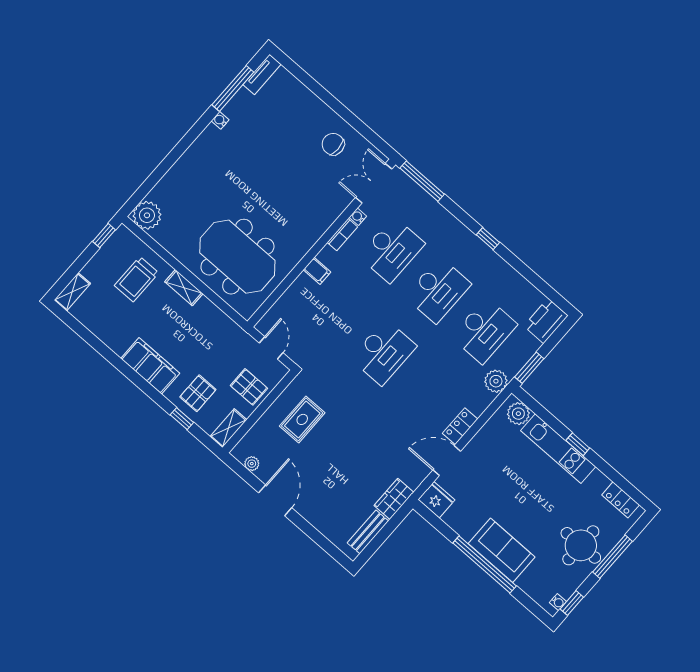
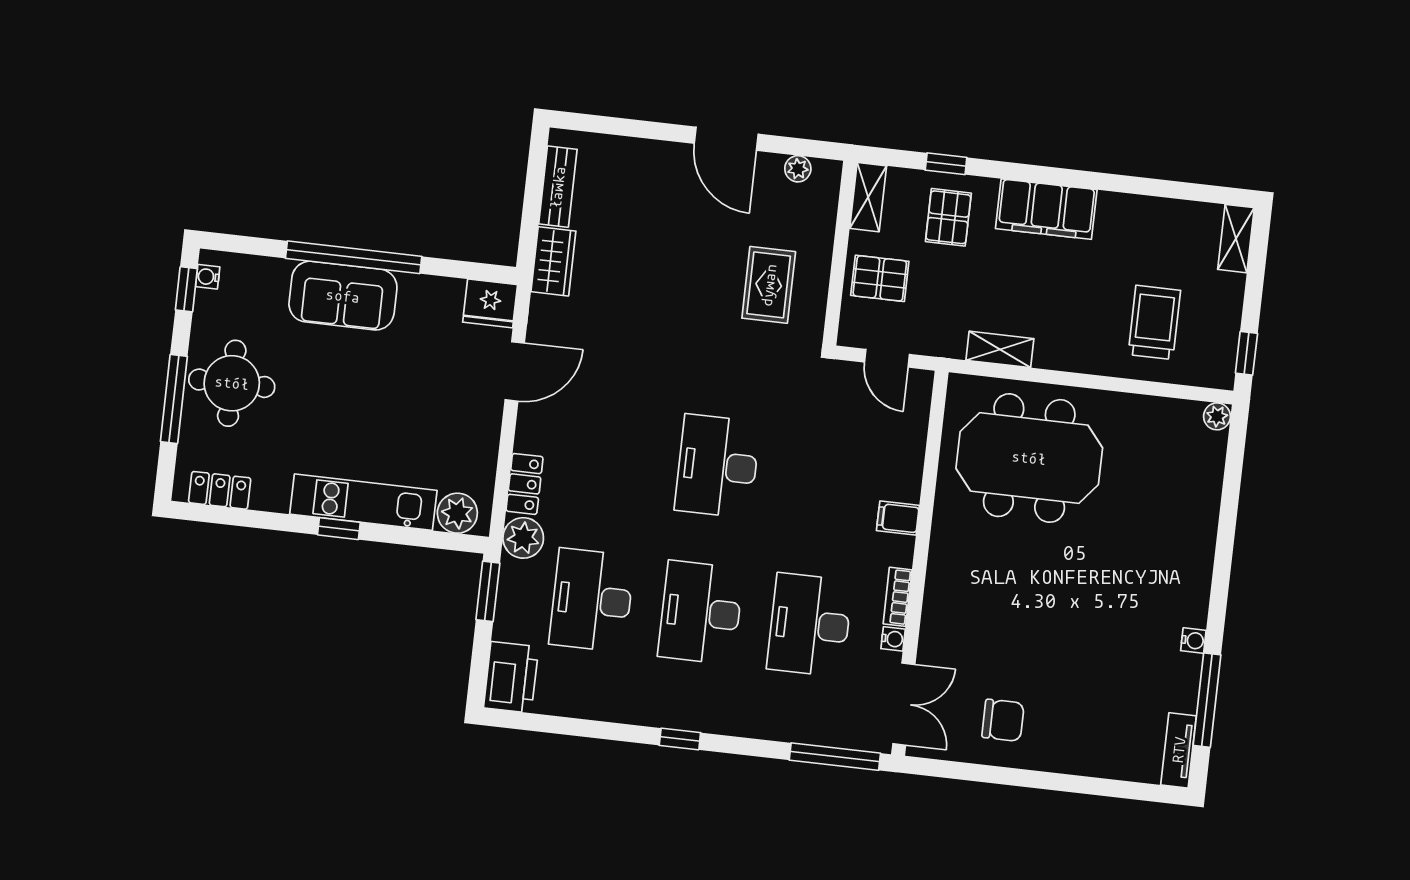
plant: (147, 215) -> (1217, 416), width x0.53, depth x0.53
shelving: (184, 288) -> (1000, 349), moved
locker: (460, 426) -> (525, 484), moved

